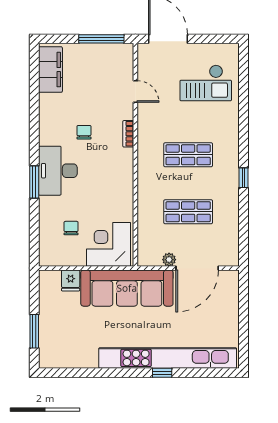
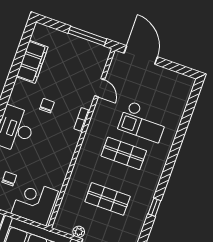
filing cabinet: (50, 70) -> (32, 62), moved
checkout: (206, 83) -> (143, 122), moved
window: (243, 178) -> (154, 207), moved

